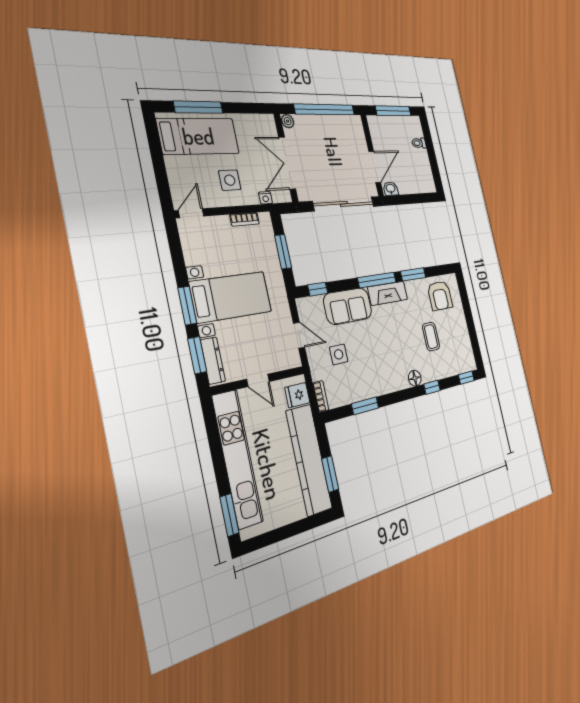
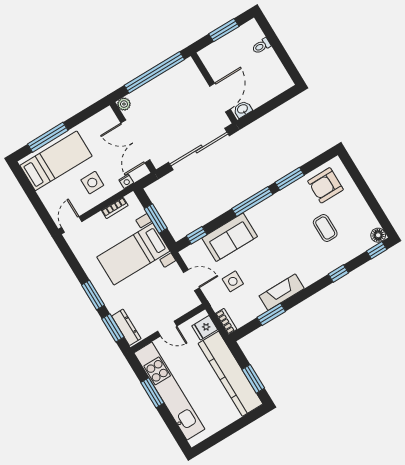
window: (393, 111) -> (224, 30), width x0.69
fireplace: (388, 293) -> (282, 292), moved, turned 180
armchair: (440, 296) -> (325, 185), turned 90
bed with nightstands: (231, 297) -> (133, 254), moved, turned 180
floor lamp: (415, 378) -> (378, 235), moved
window: (229, 515) -> (152, 393), moved

